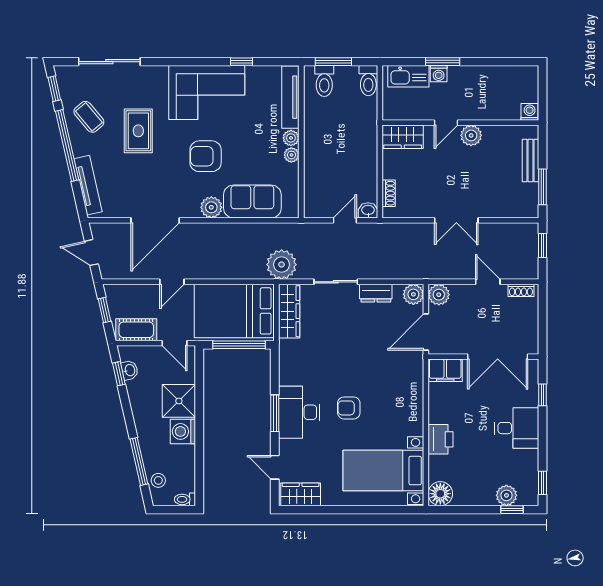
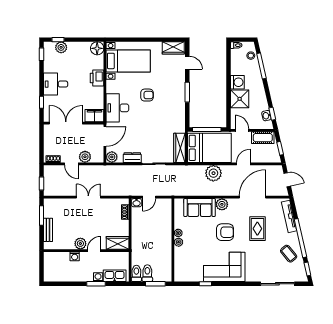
toilet: (324, 81) -> (147, 273), moved
tv unit: (290, 97) -> (179, 264), removed
washing machine: (530, 112) -> (75, 256), moved
rug: (138, 131) -> (257, 229), moved
plant: (282, 265) -> (213, 173), moved
plant: (439, 295) -> (85, 157), moved
desk: (299, 412) -> (117, 108), moved, turned 180

